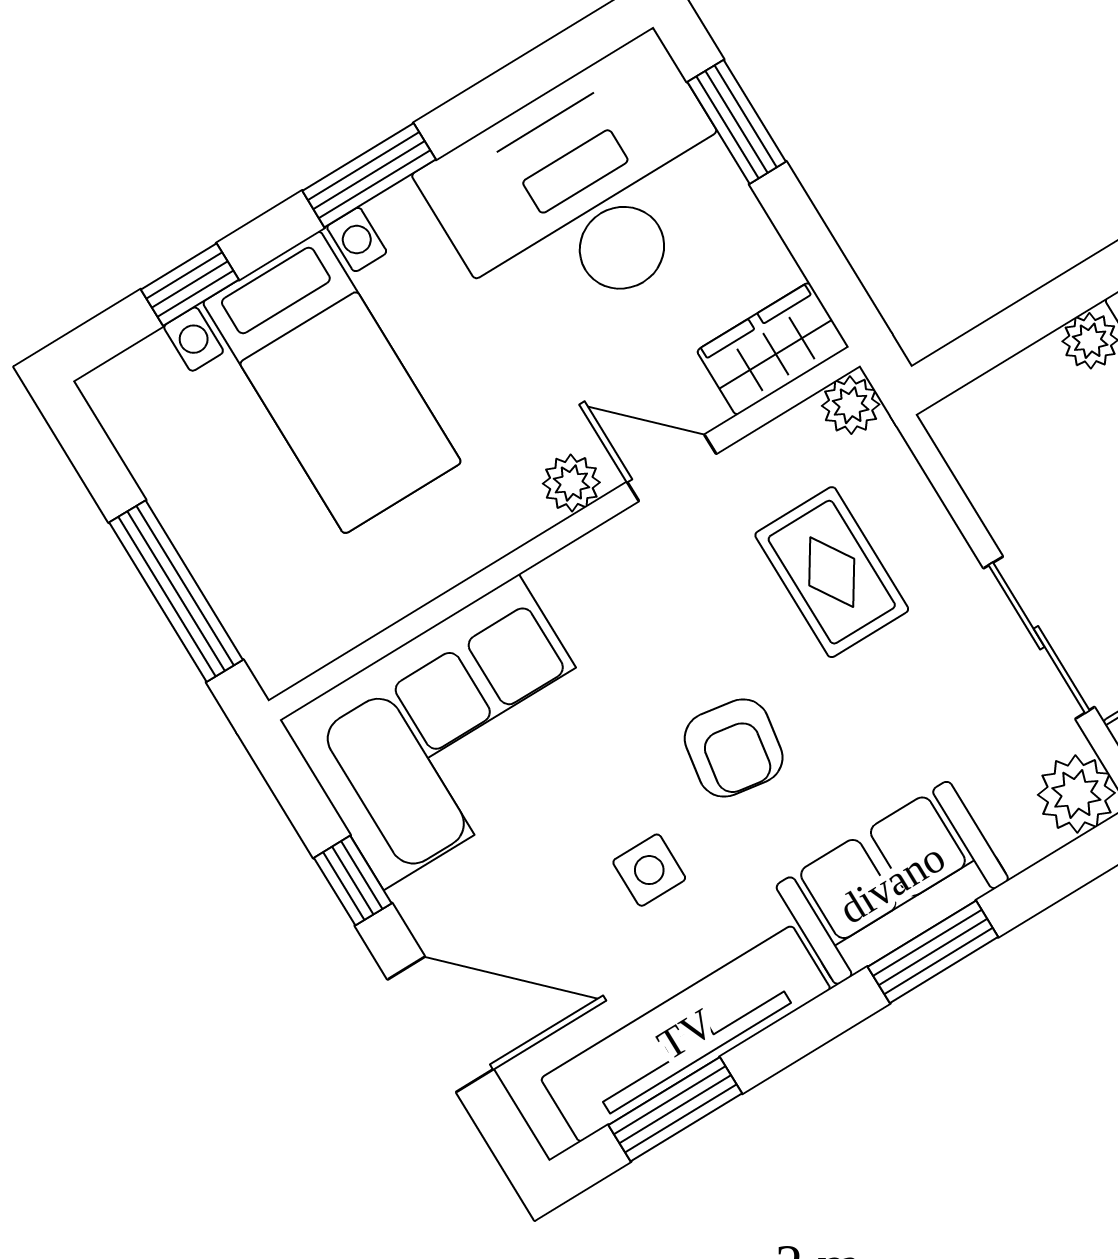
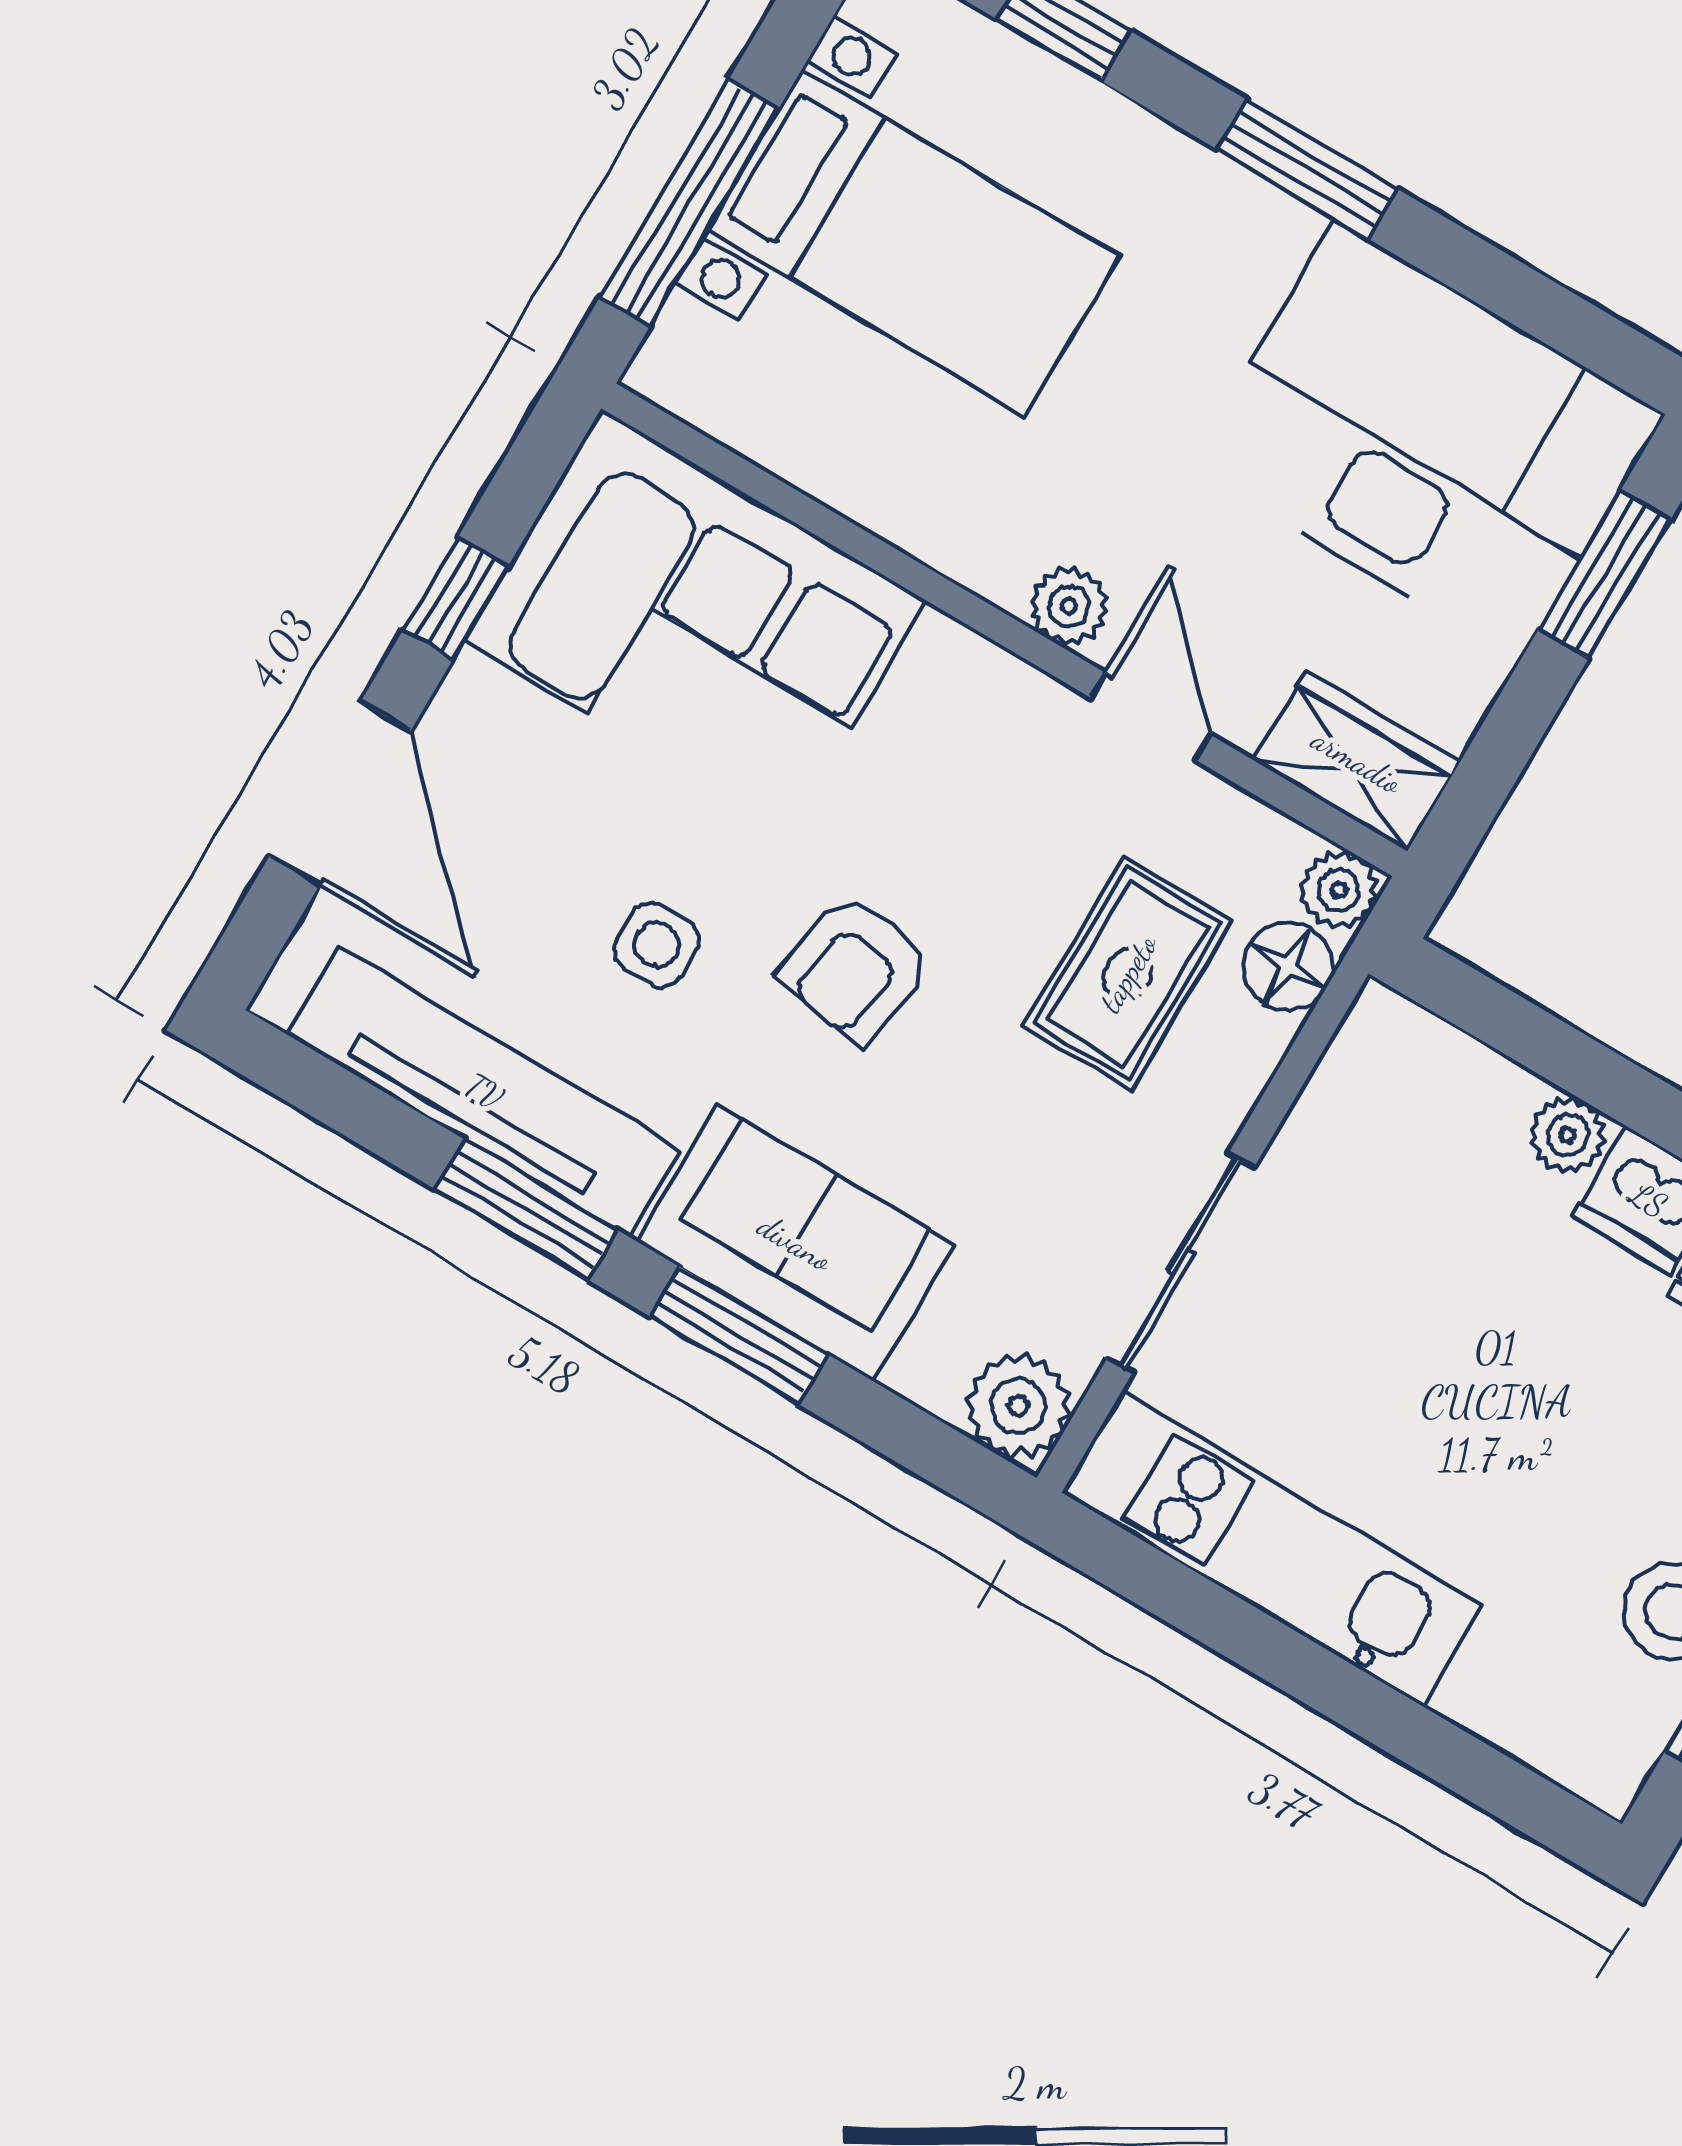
bed with nightstands: (332, 382) -> (913, 243), moved, turned -90
floor lamp: (883, 465) -> (1288, 966), added
window: (675, 1109) -> (526, 1209), moved

